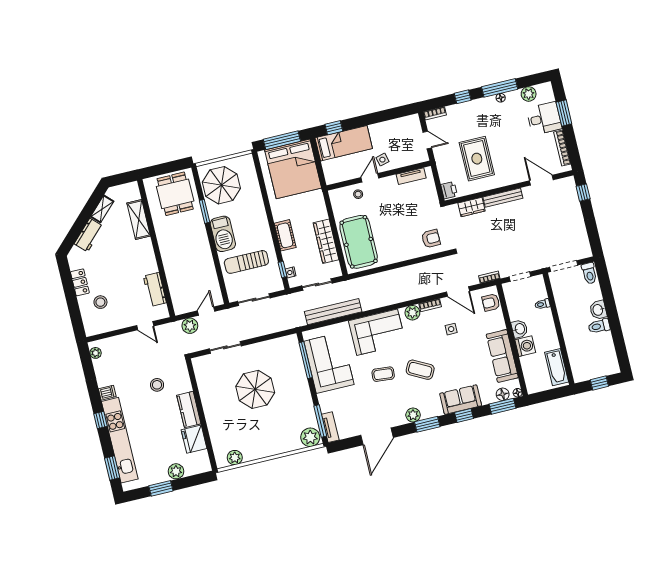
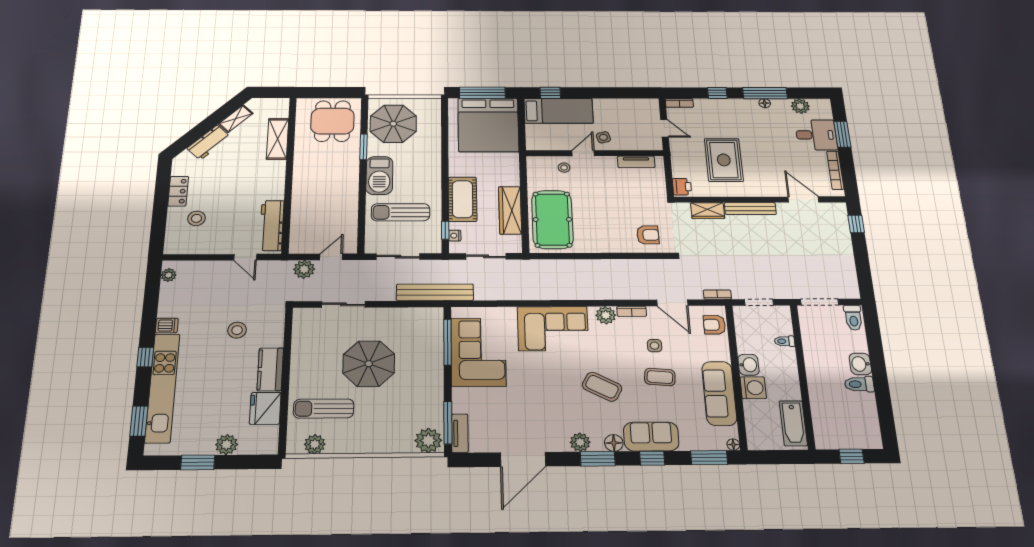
cot: (285, 235) -> (462, 199), width x1.37, depth x1.34
workbench: (155, 289) -> (272, 225), width x1.37
bench: (333, 312) -> (435, 292), moved
coffee table: (383, 374) -> (660, 377), moved
floor lamp: (503, 394) -> (614, 443), moved
sun lounger: (233, 430) -> (324, 409), added

